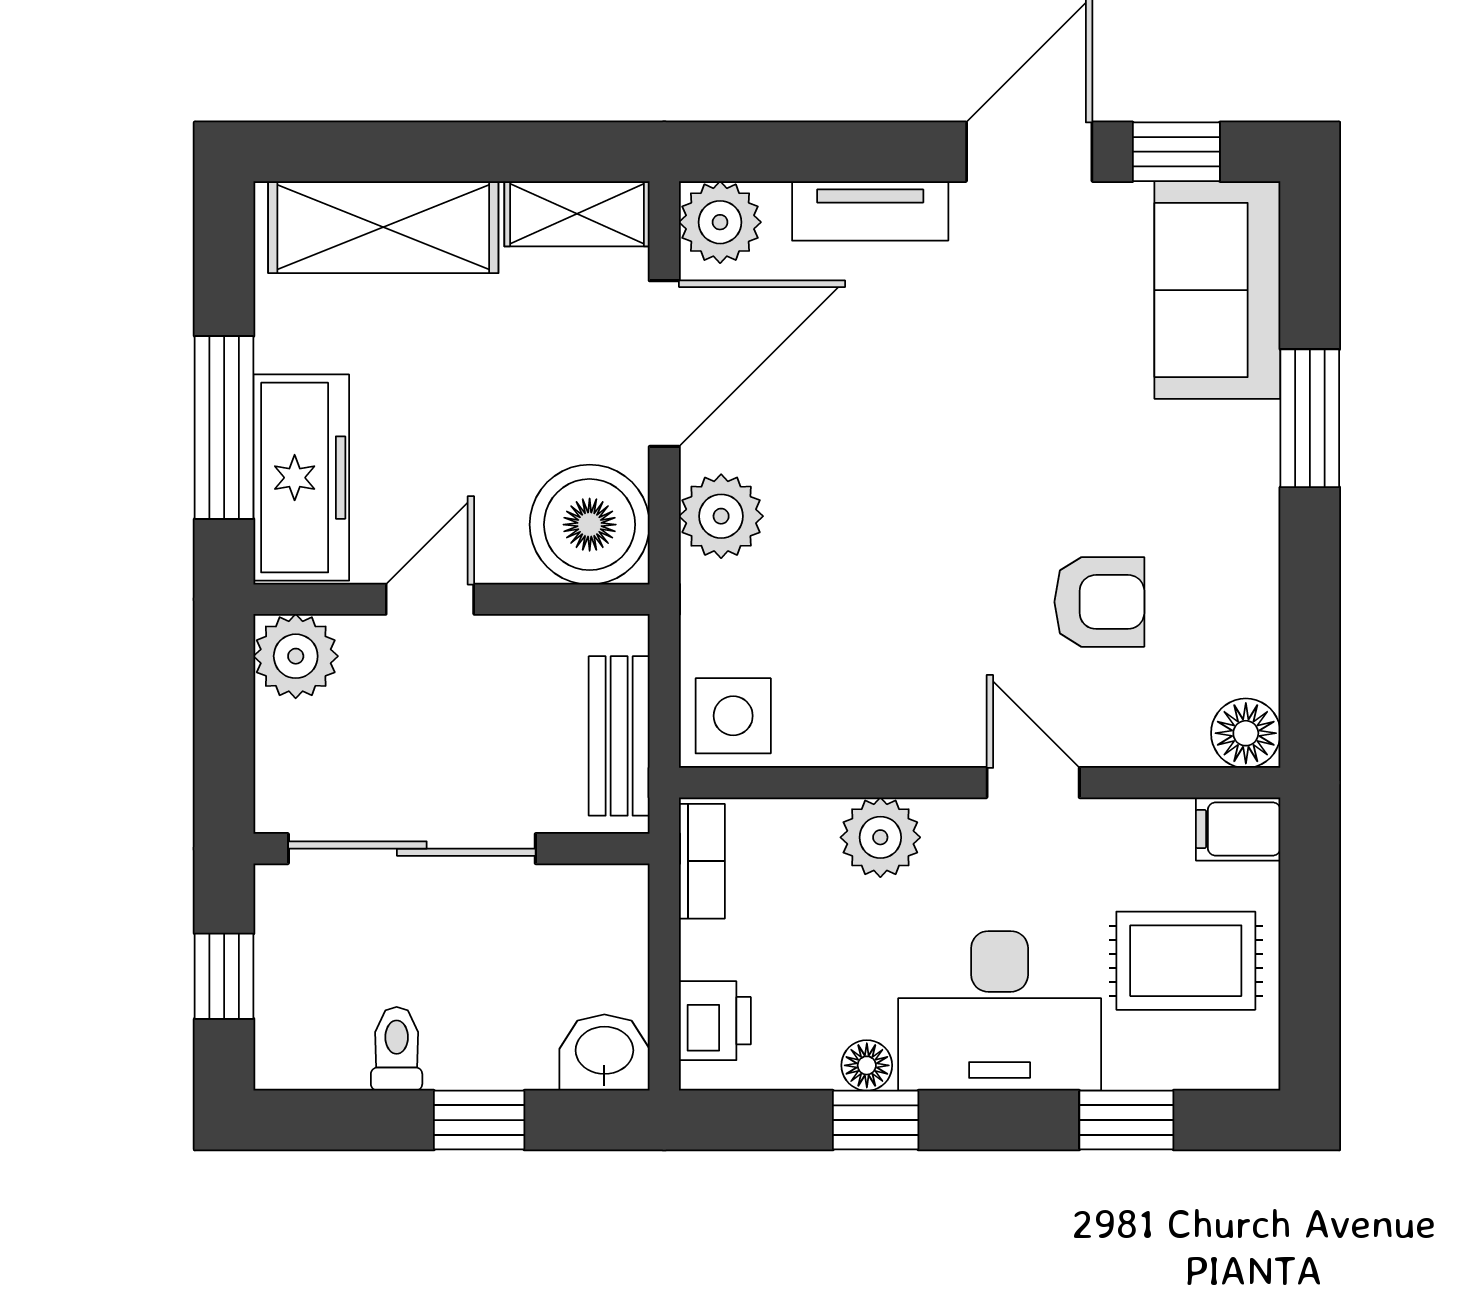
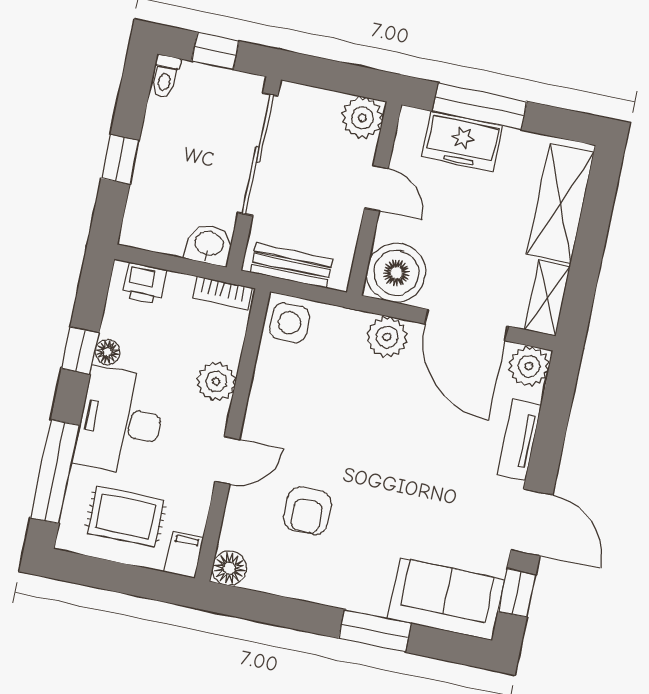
freezer: (301, 478) -> (462, 141), width x0.71
rug: (1186, 961) -> (126, 516), turned 90
toilet: (397, 1049) -> (165, 76), moved, turned 90
washbasin: (604, 1053) -> (209, 245), moved, turned -90
window: (1126, 1120) -> (55, 472), width x2.17

